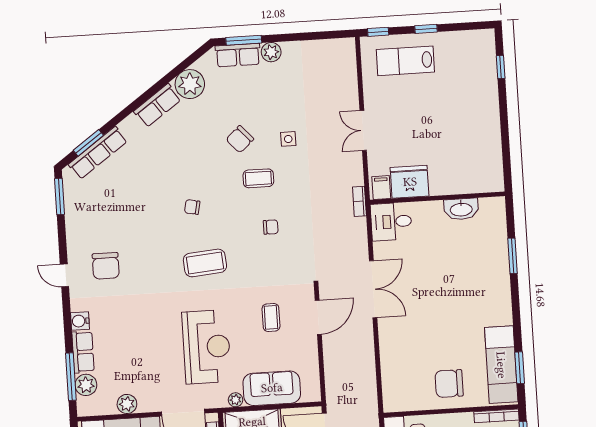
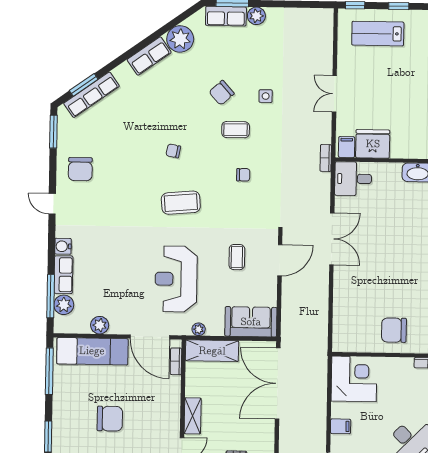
chair: (106, 266) -> (80, 169), moved
reception desk: (206, 347) -> (176, 279), turned 180
sofa: (272, 388) -> (251, 322), moved

